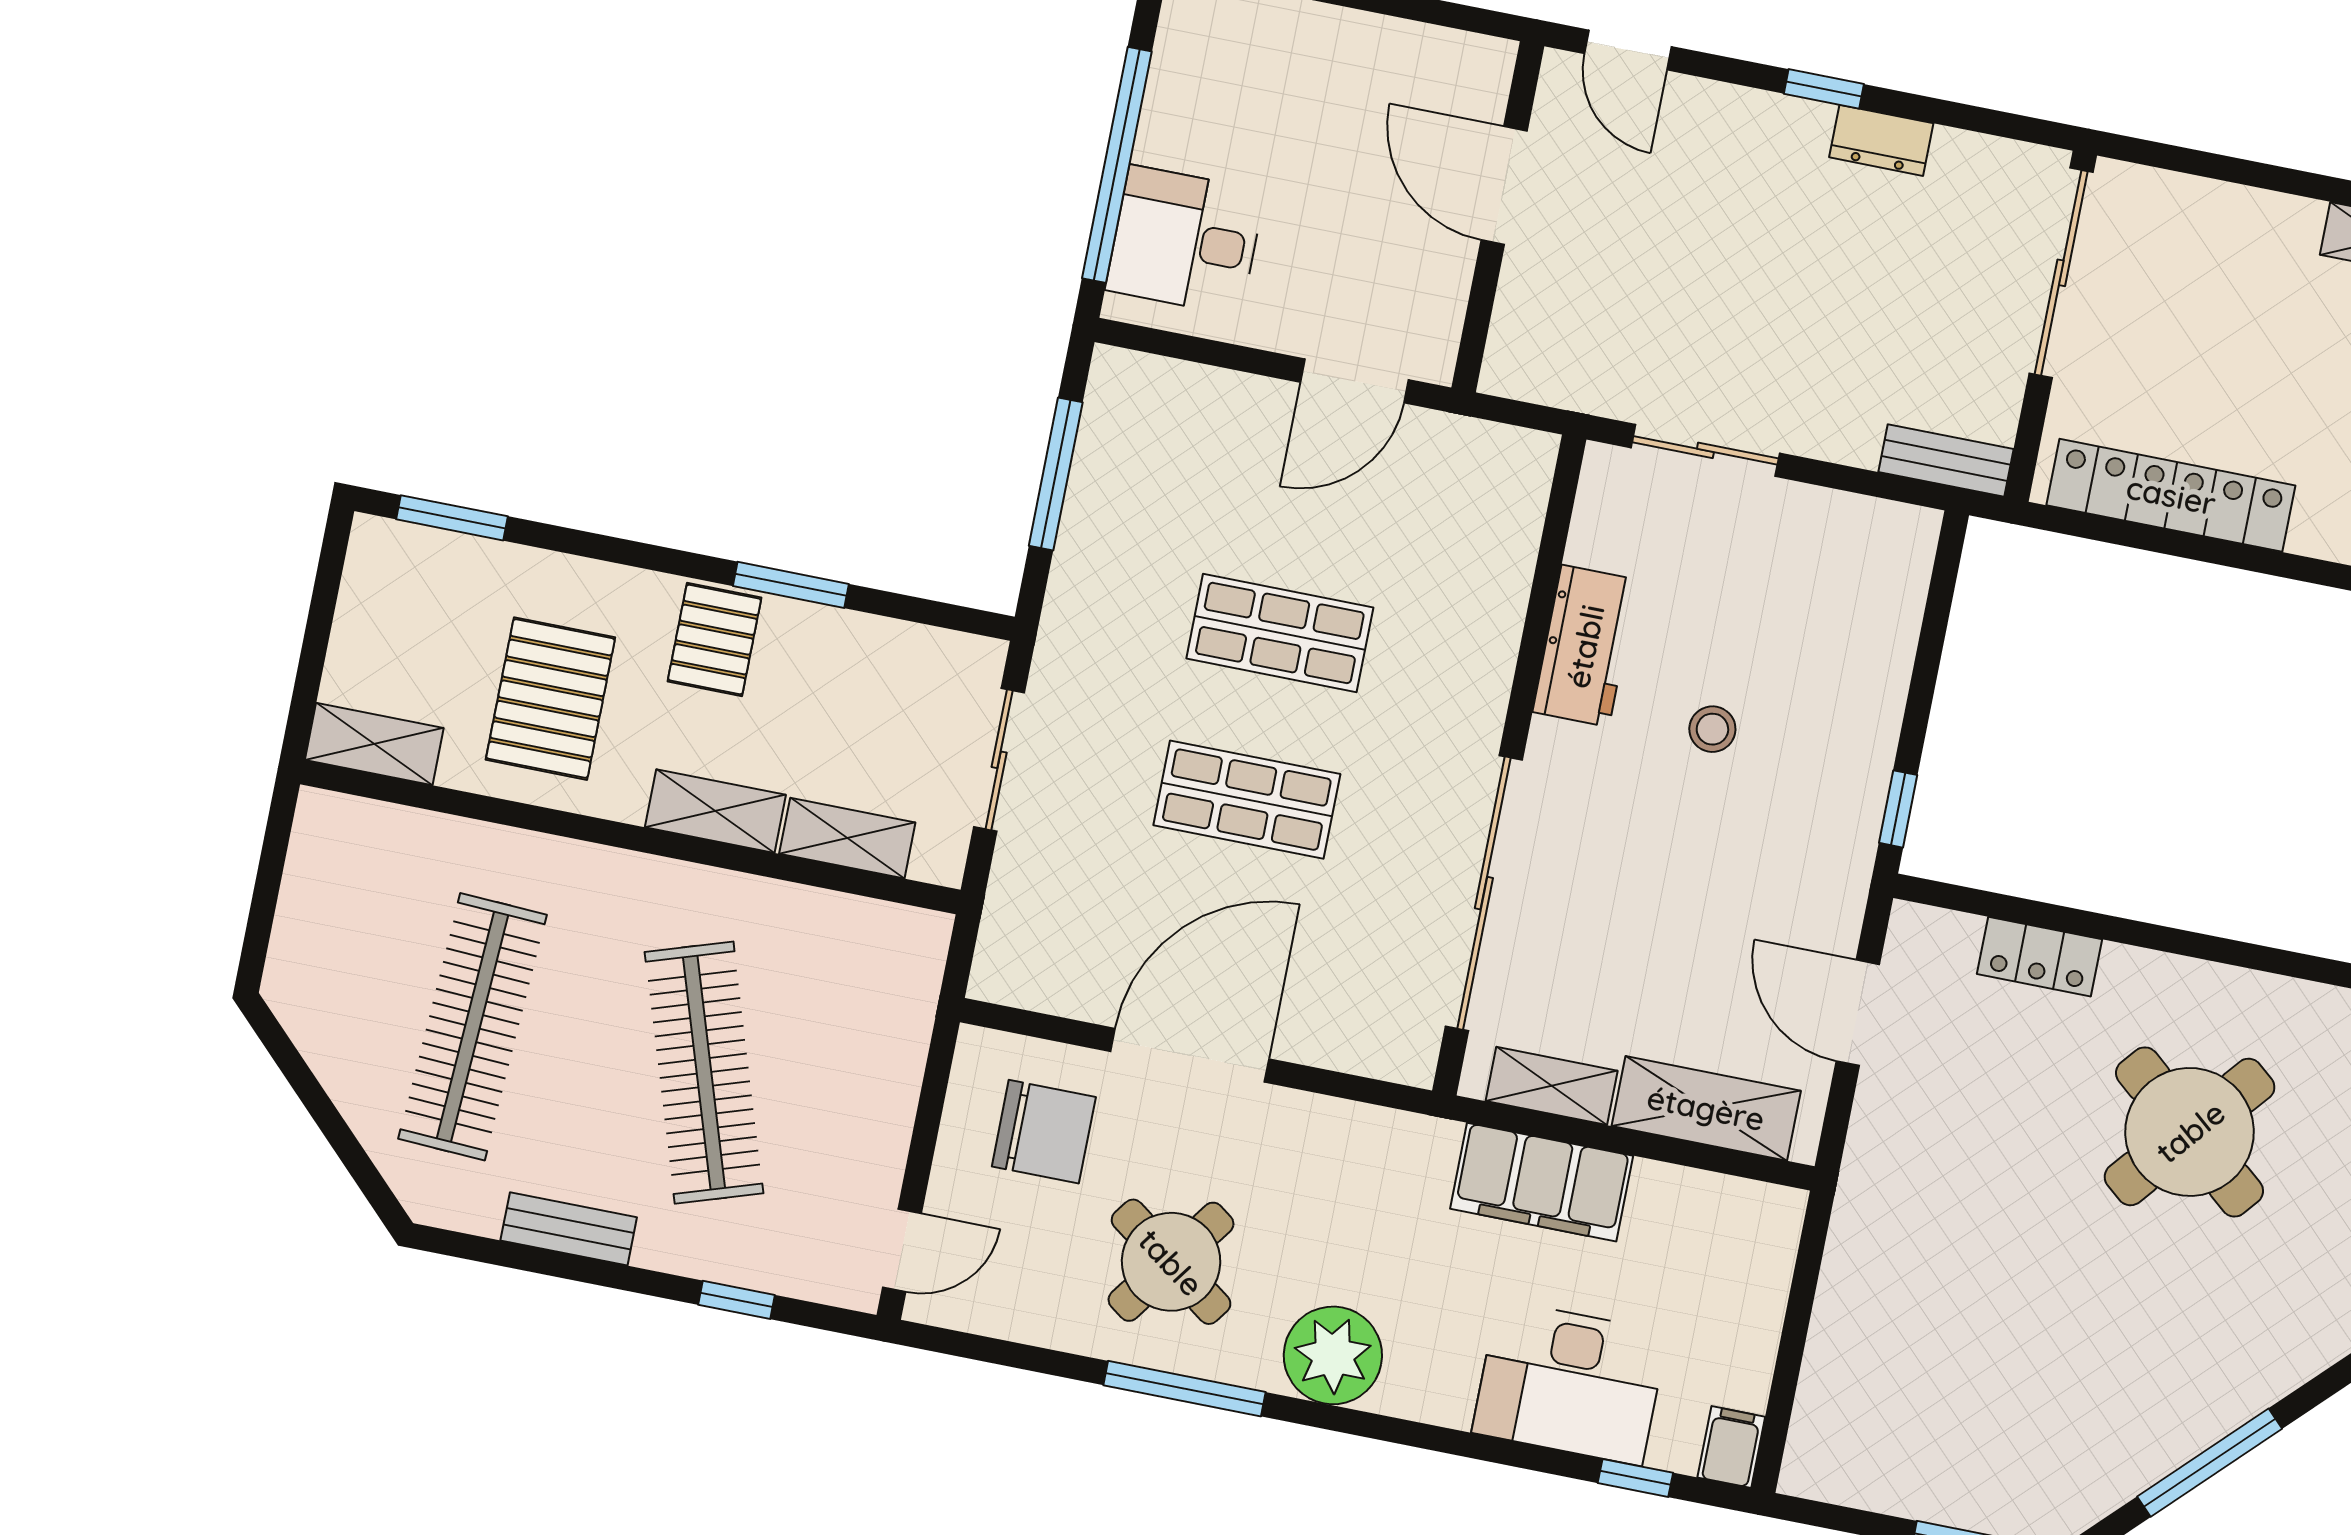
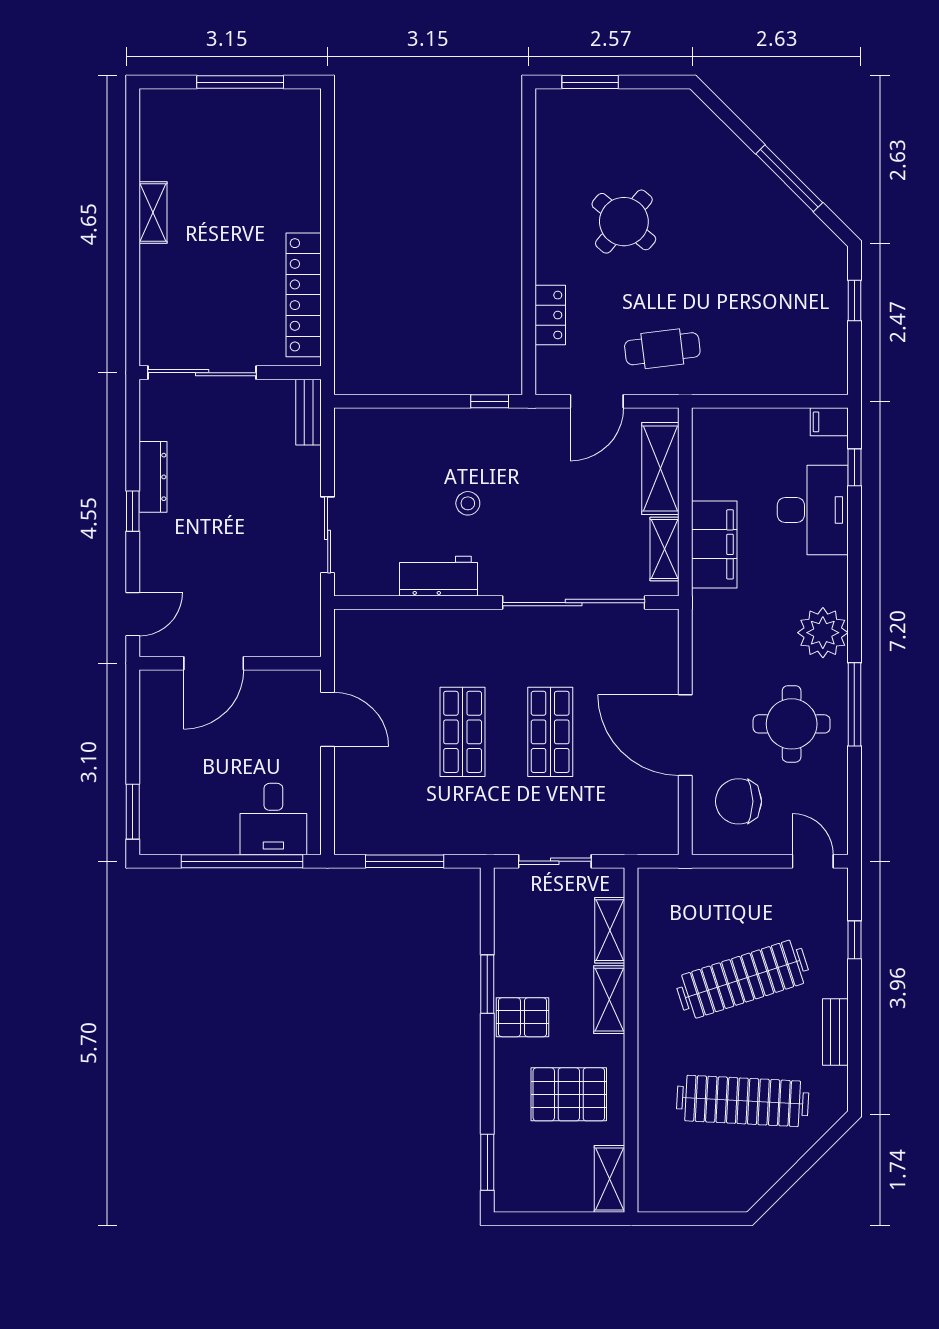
dresser: (1881, 140) -> (153, 477), width x1.44
chair: (1044, 1132) -> (739, 801), turned -90
round table: (2190, 1132) -> (624, 222), width x0.73, depth x0.73
cafe table: (1933, 1157) -> (662, 349), added
round table: (1171, 1262) -> (792, 724), turned -36

